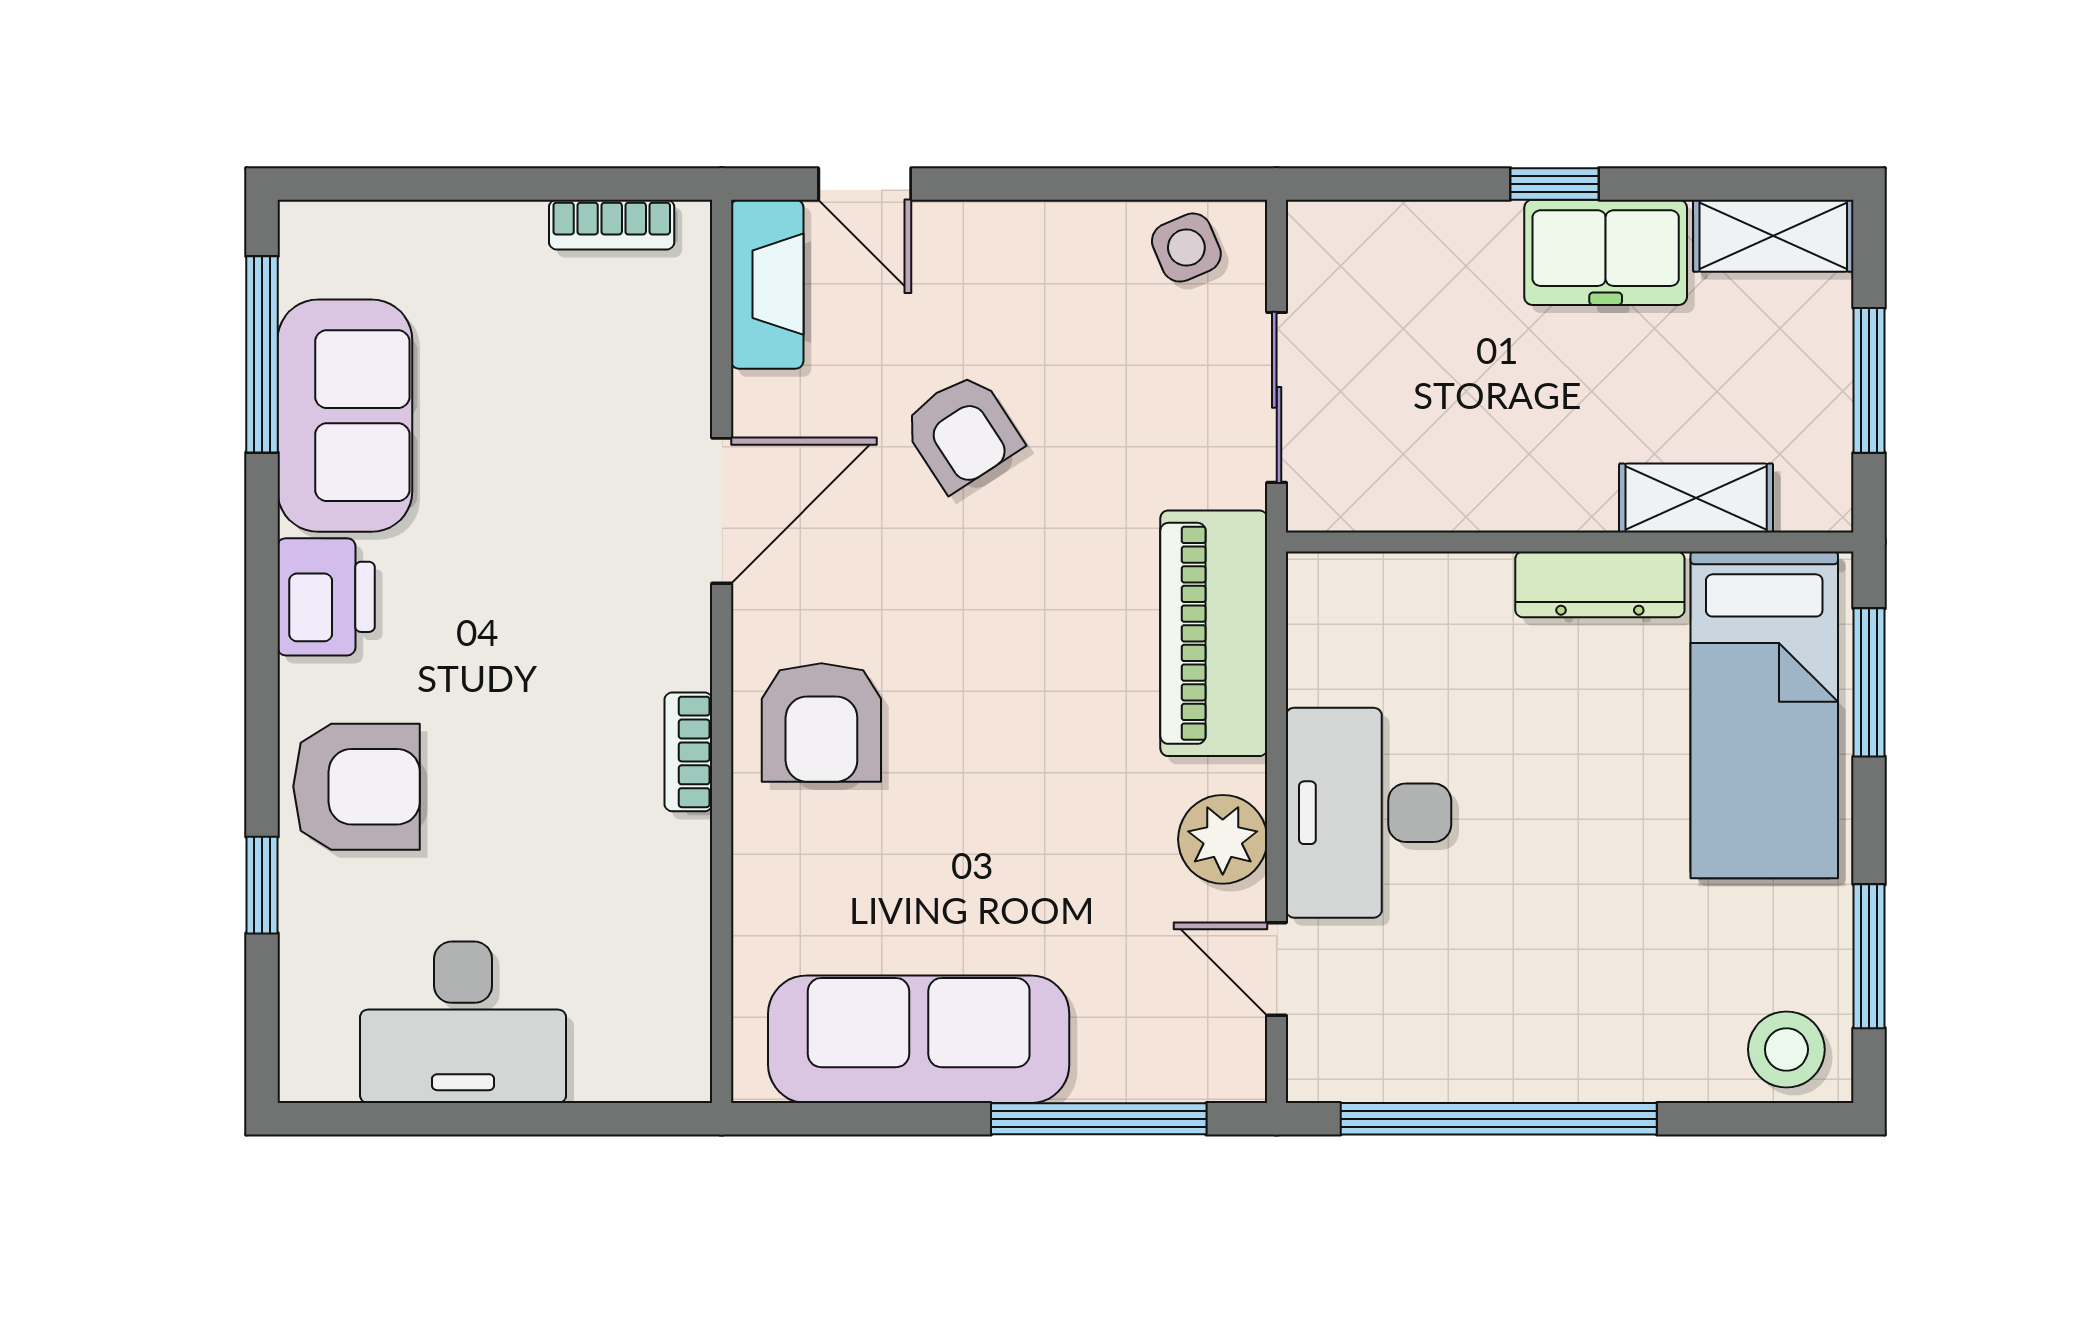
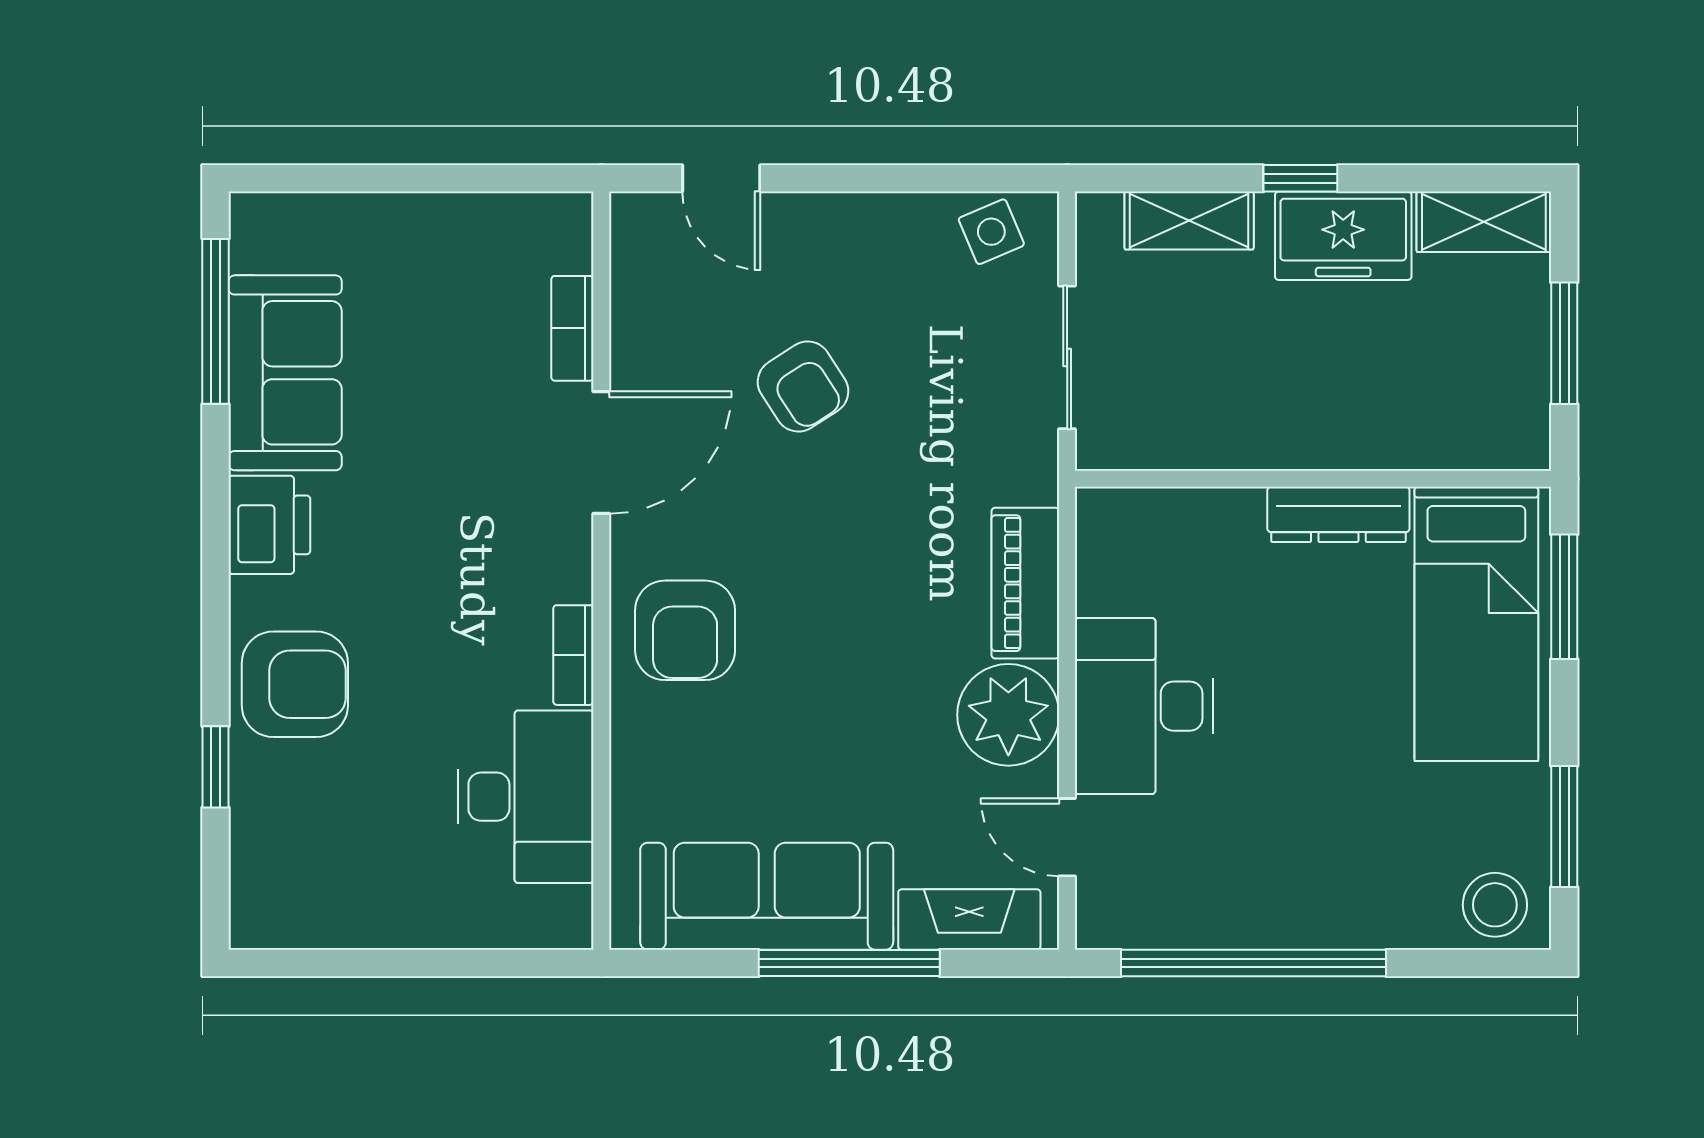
bookcase: (612, 225) -> (572, 328), moved, turned 90
fireplace: (767, 284) -> (969, 920), moved, turned -90
shelving: (1696, 498) -> (1189, 221), moved
piano: (1214, 633) -> (1025, 583), width x0.73, depth x0.75
plant: (1223, 839) -> (1008, 715), width x1.36, depth x1.36
desk: (463, 1022) -> (526, 797), moved, turned -90
window: (1099, 1119) -> (849, 963), moved

